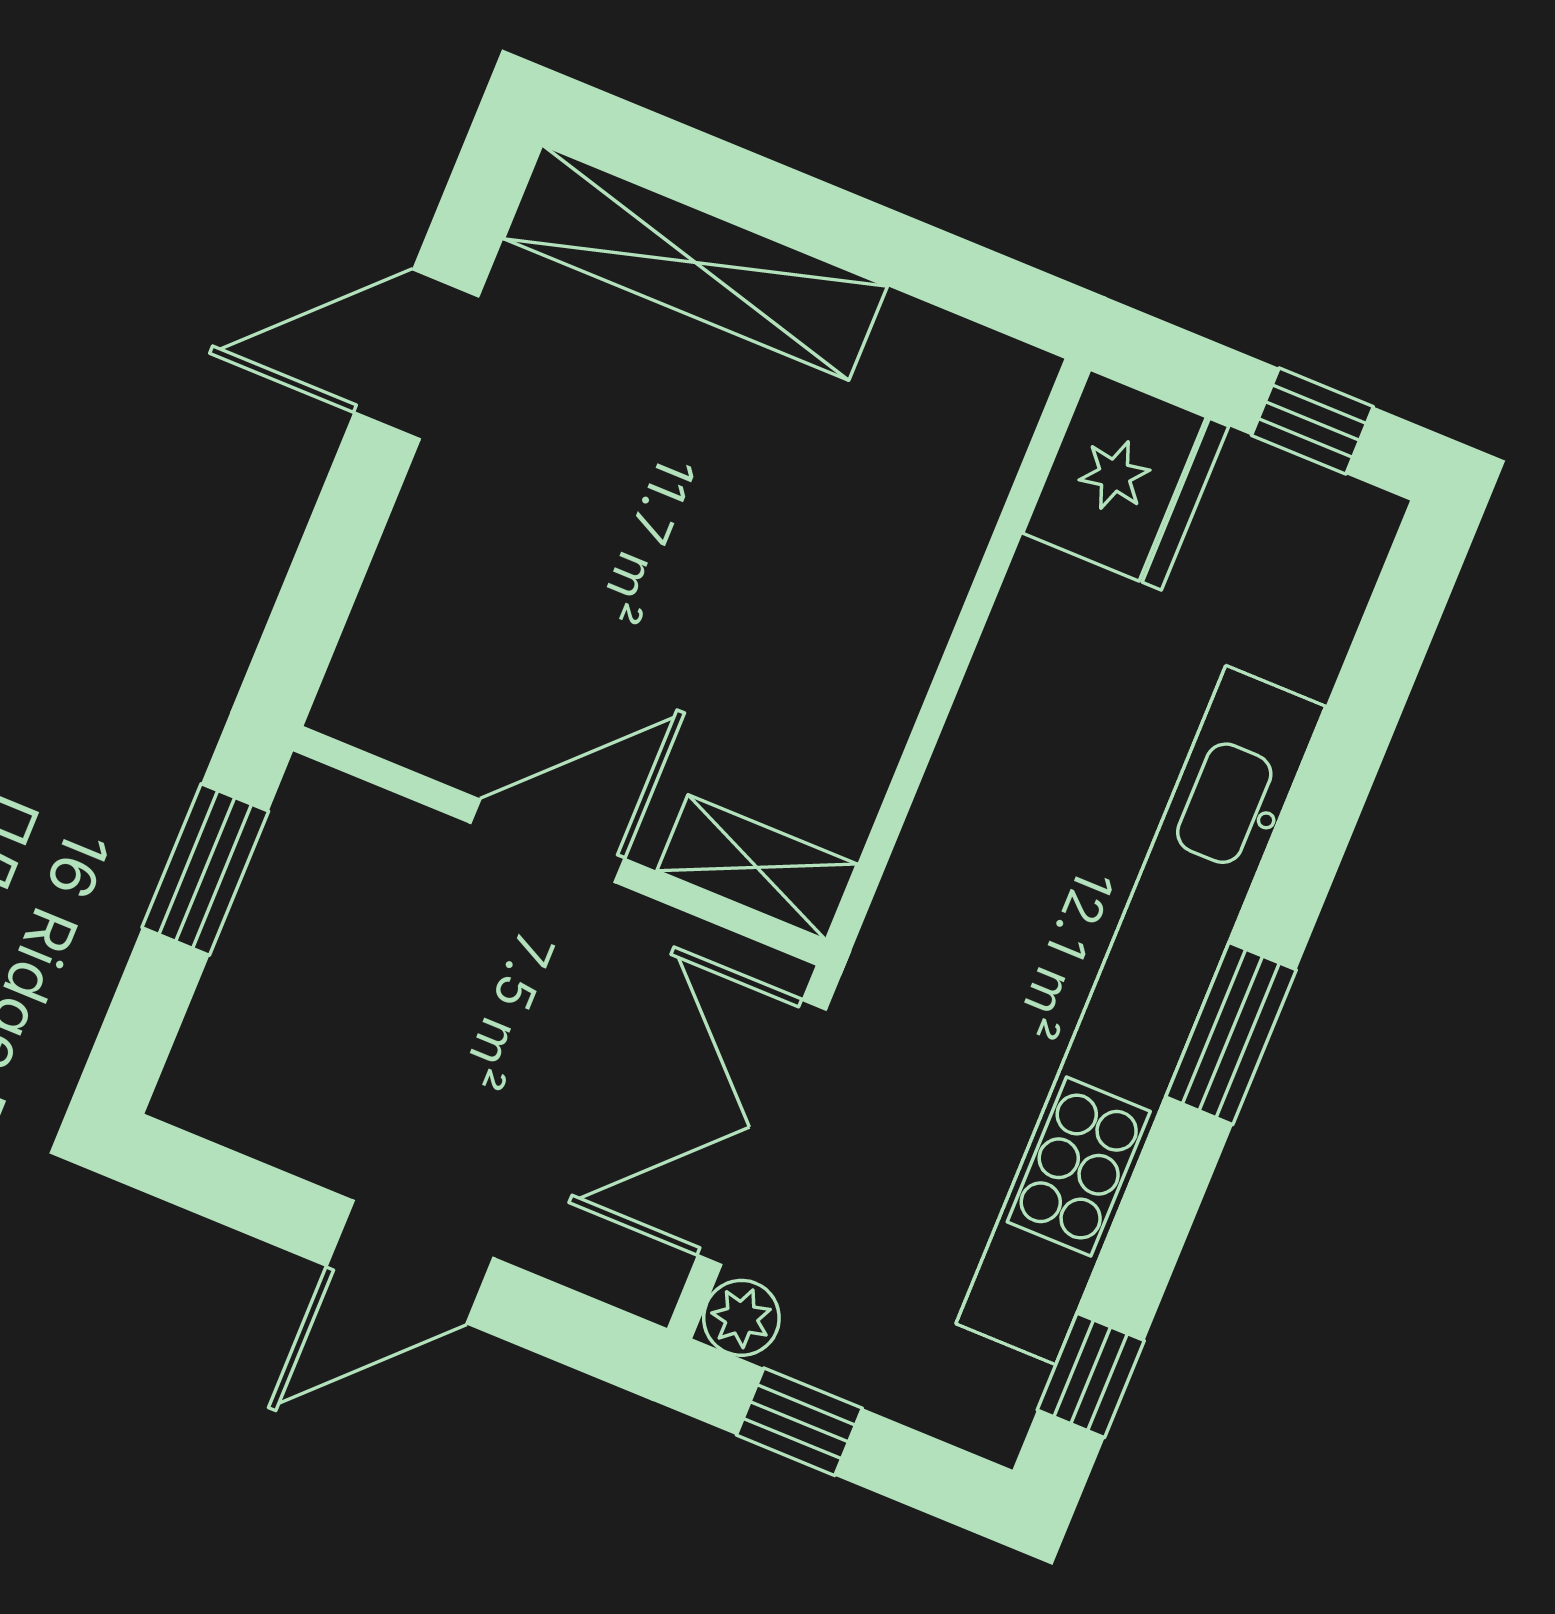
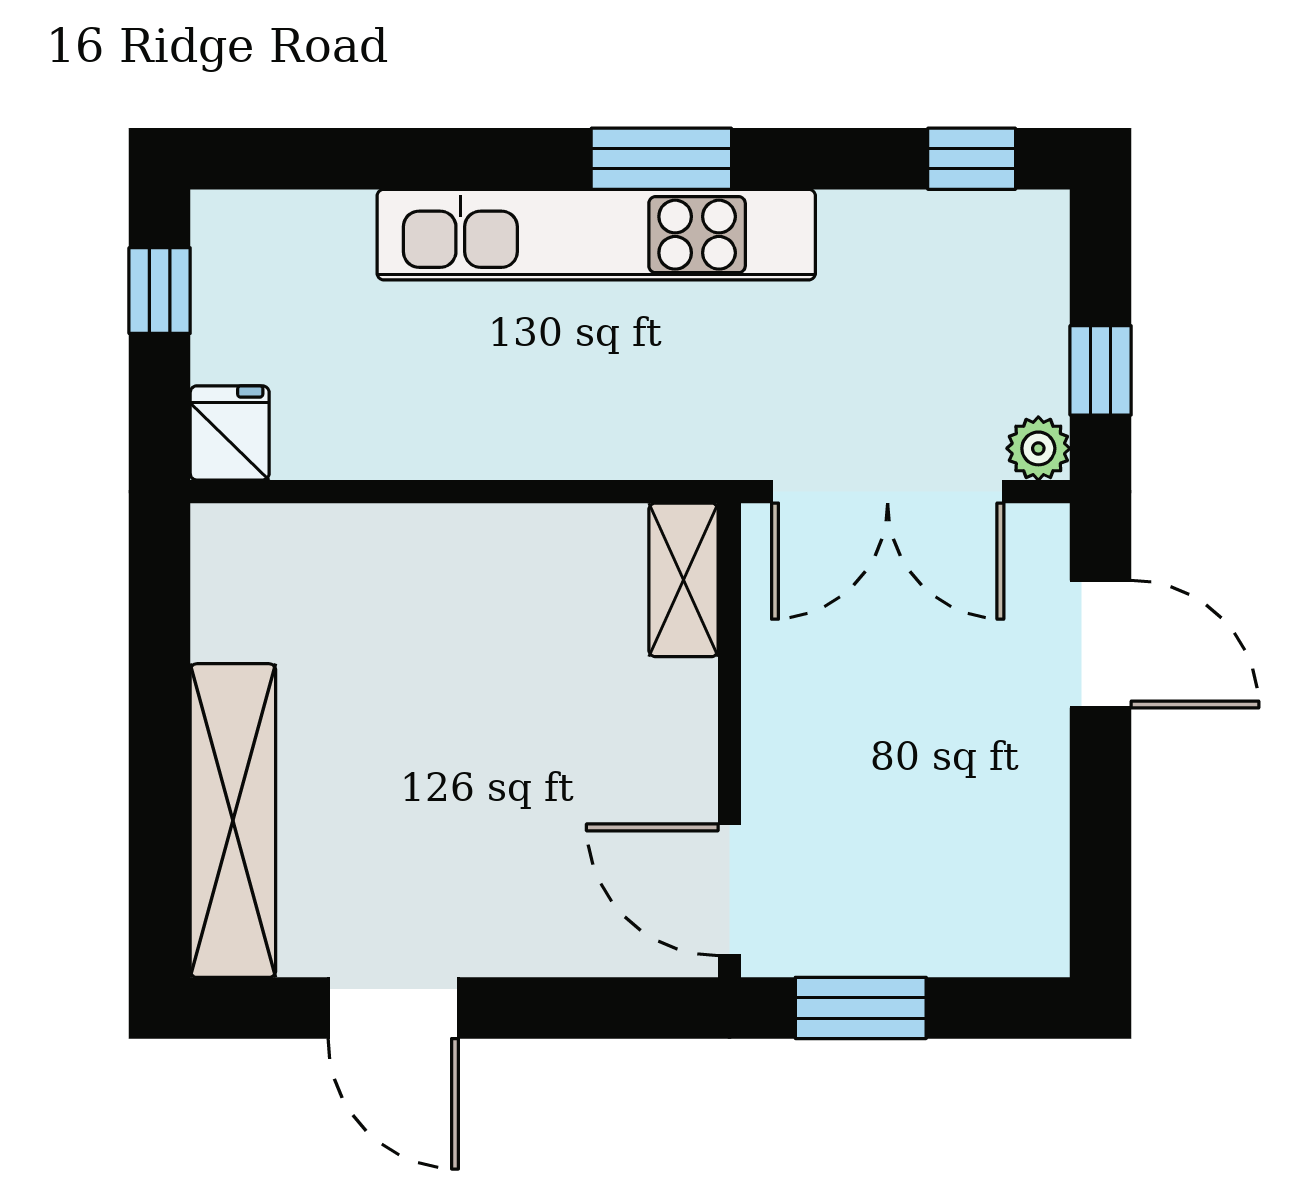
fridge: (1126, 480) -> (230, 433), width x0.53, depth x0.75
door: (547, 841) -> (730, 890), moved
kitchen unit: (1141, 1015) -> (596, 235), width x0.73
door: (410, 1262) -> (1101, 644), moved

